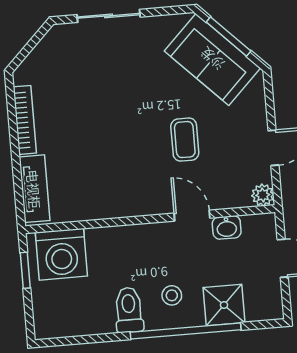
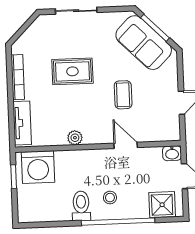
rug: (107, 108) -> (72, 71), added
plant: (263, 195) -> (75, 138), moved
washbasin: (227, 227) -> (172, 153), moved
shower: (224, 305) -> (162, 205), moved

